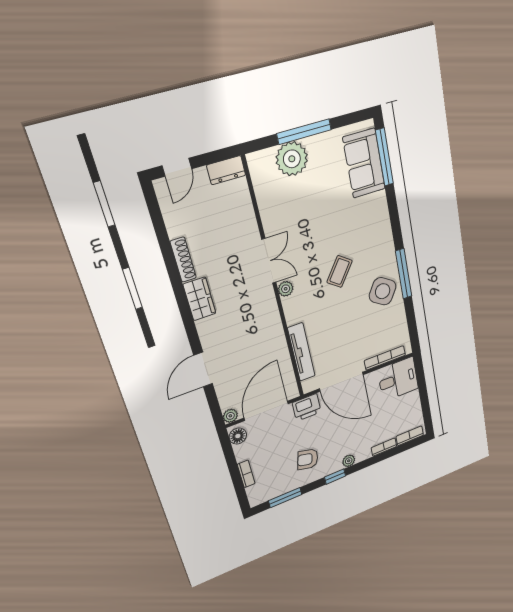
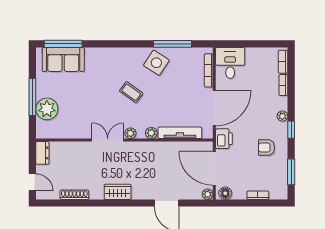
shoe rack: (183, 260) -> (74, 195), moved
window: (404, 274) -> (173, 44), moved
plant: (293, 316) -> (151, 133), added
armchair: (308, 459) -> (266, 148), turned 76

